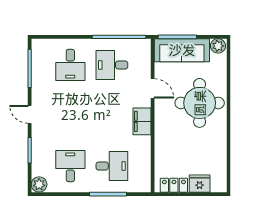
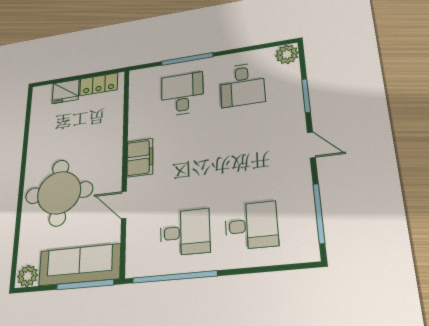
desk: (70, 65) -> (251, 226), turned 90
desk: (112, 166) -> (182, 94), turned 90

